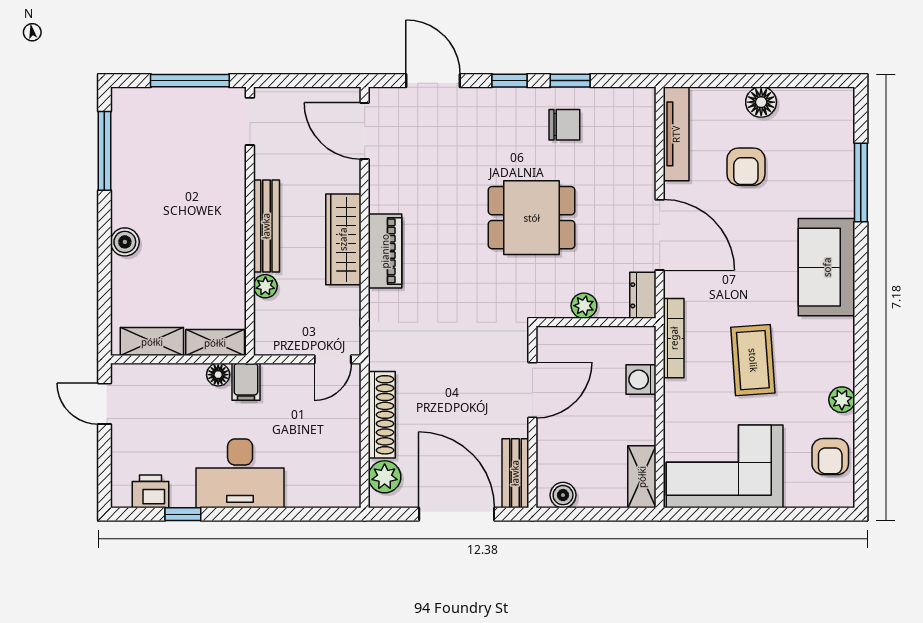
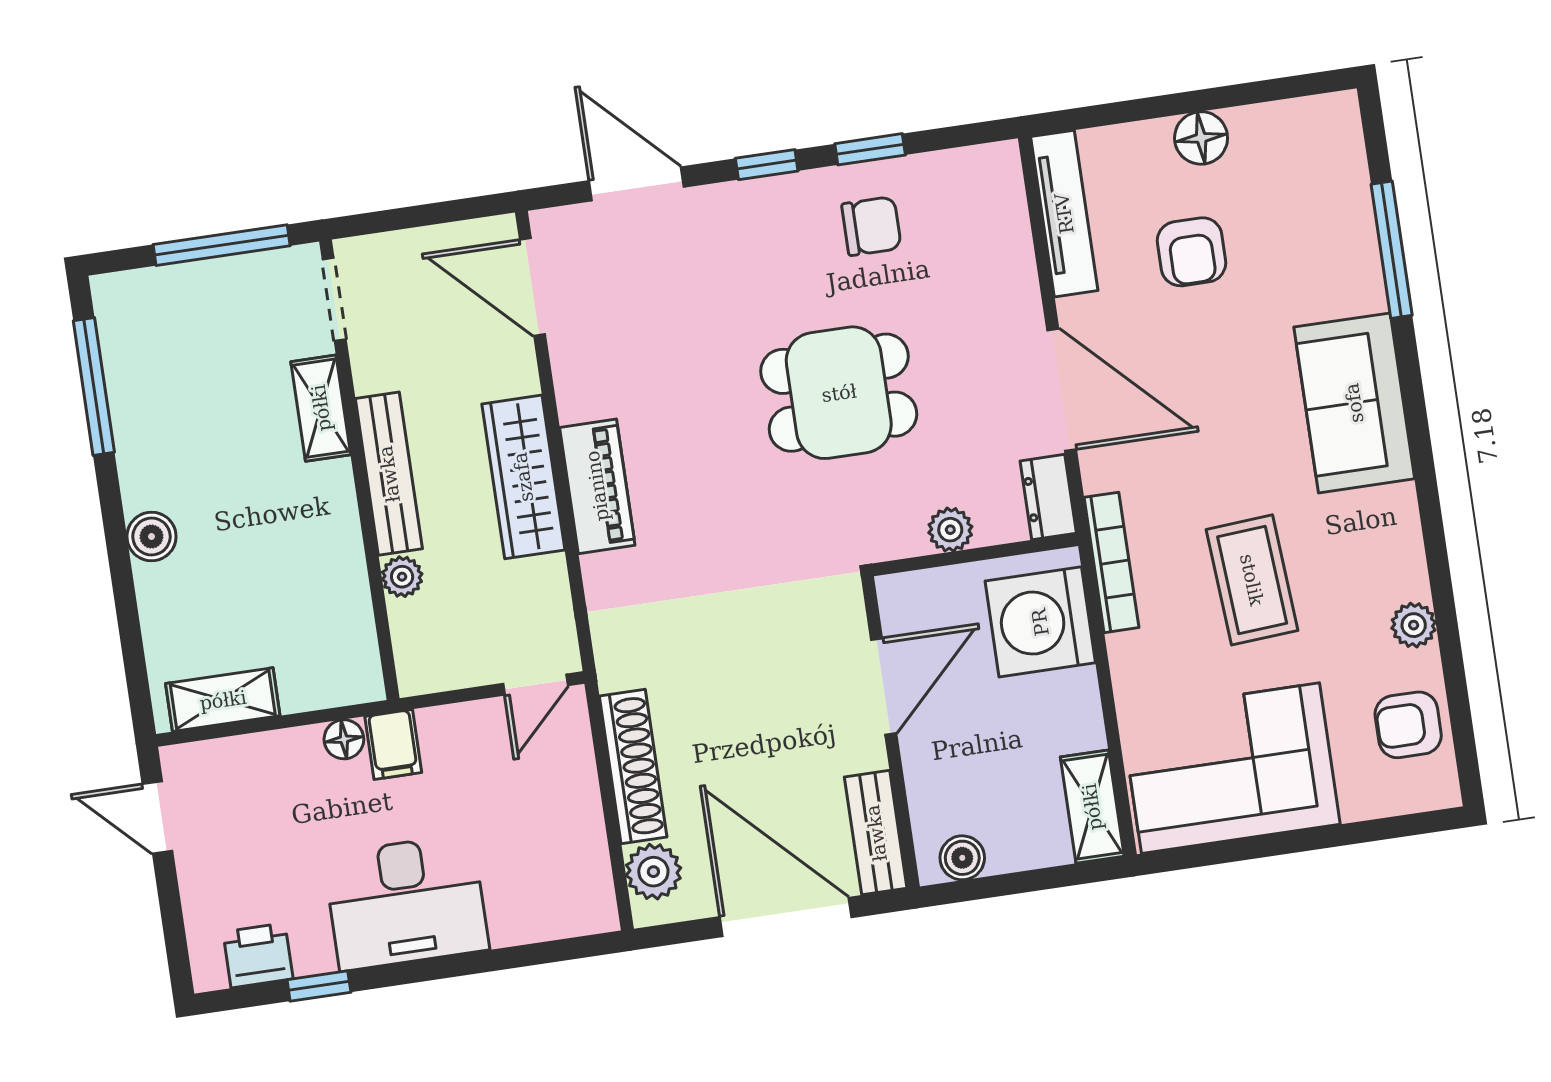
shelving: (215, 343) -> (321, 408), moved, turned 90
washing machine: (641, 380) -> (1040, 622), width x1.89, depth x1.89
armchair: (830, 457) -> (1408, 725), turned 90

